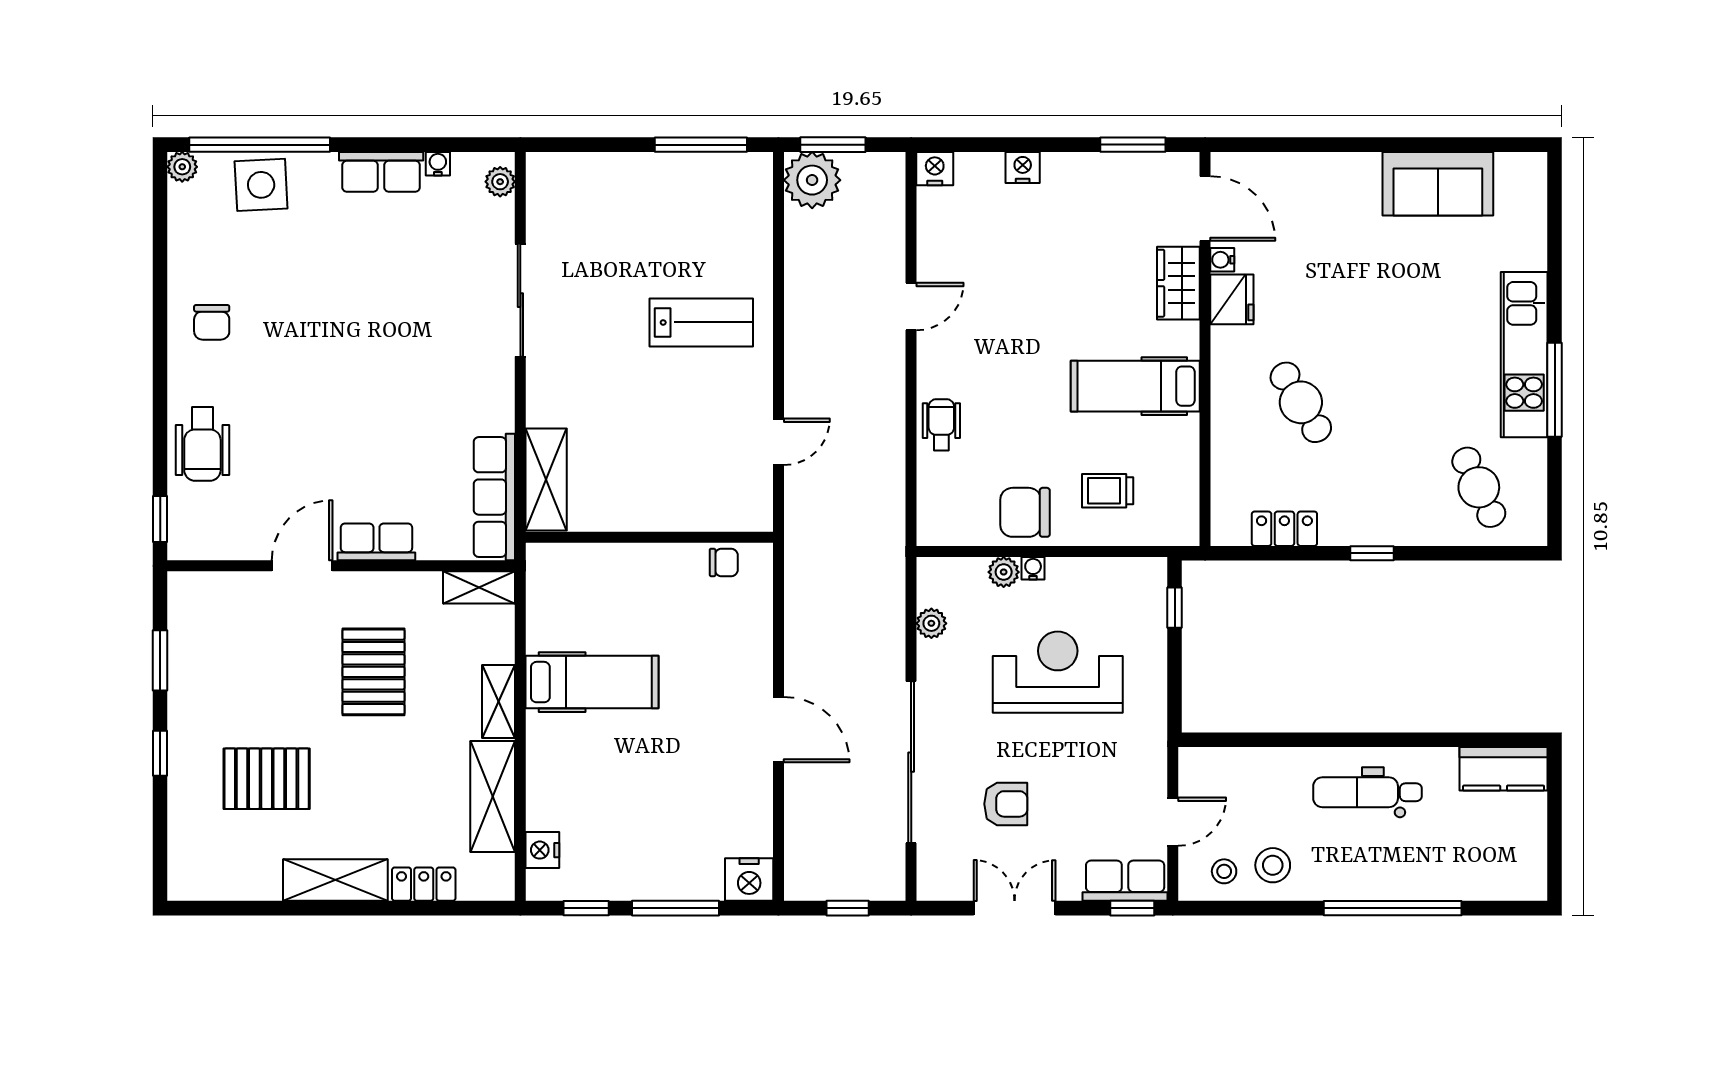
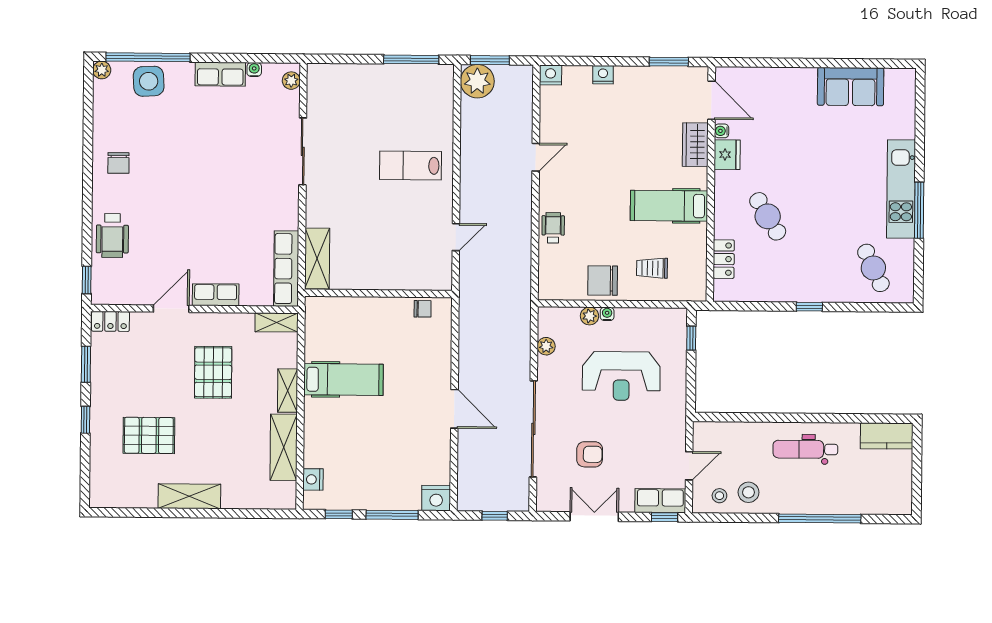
lab bench: (701, 322) -> (410, 166), turned 180
locker: (1284, 529) -> (724, 259), moved, turned 90
reception desk: (1058, 672) -> (621, 376), turned 180
locker: (424, 884) -> (110, 321), moved, turned 180

